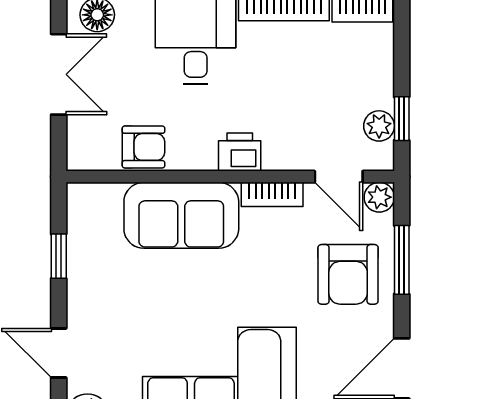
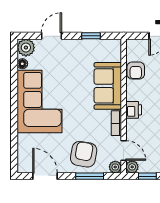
plant: (379, 126) -> (132, 167), moved
door: (339, 177) -> (124, 150), swing flipped
armchair: (348, 274) -> (84, 154), turned 100

